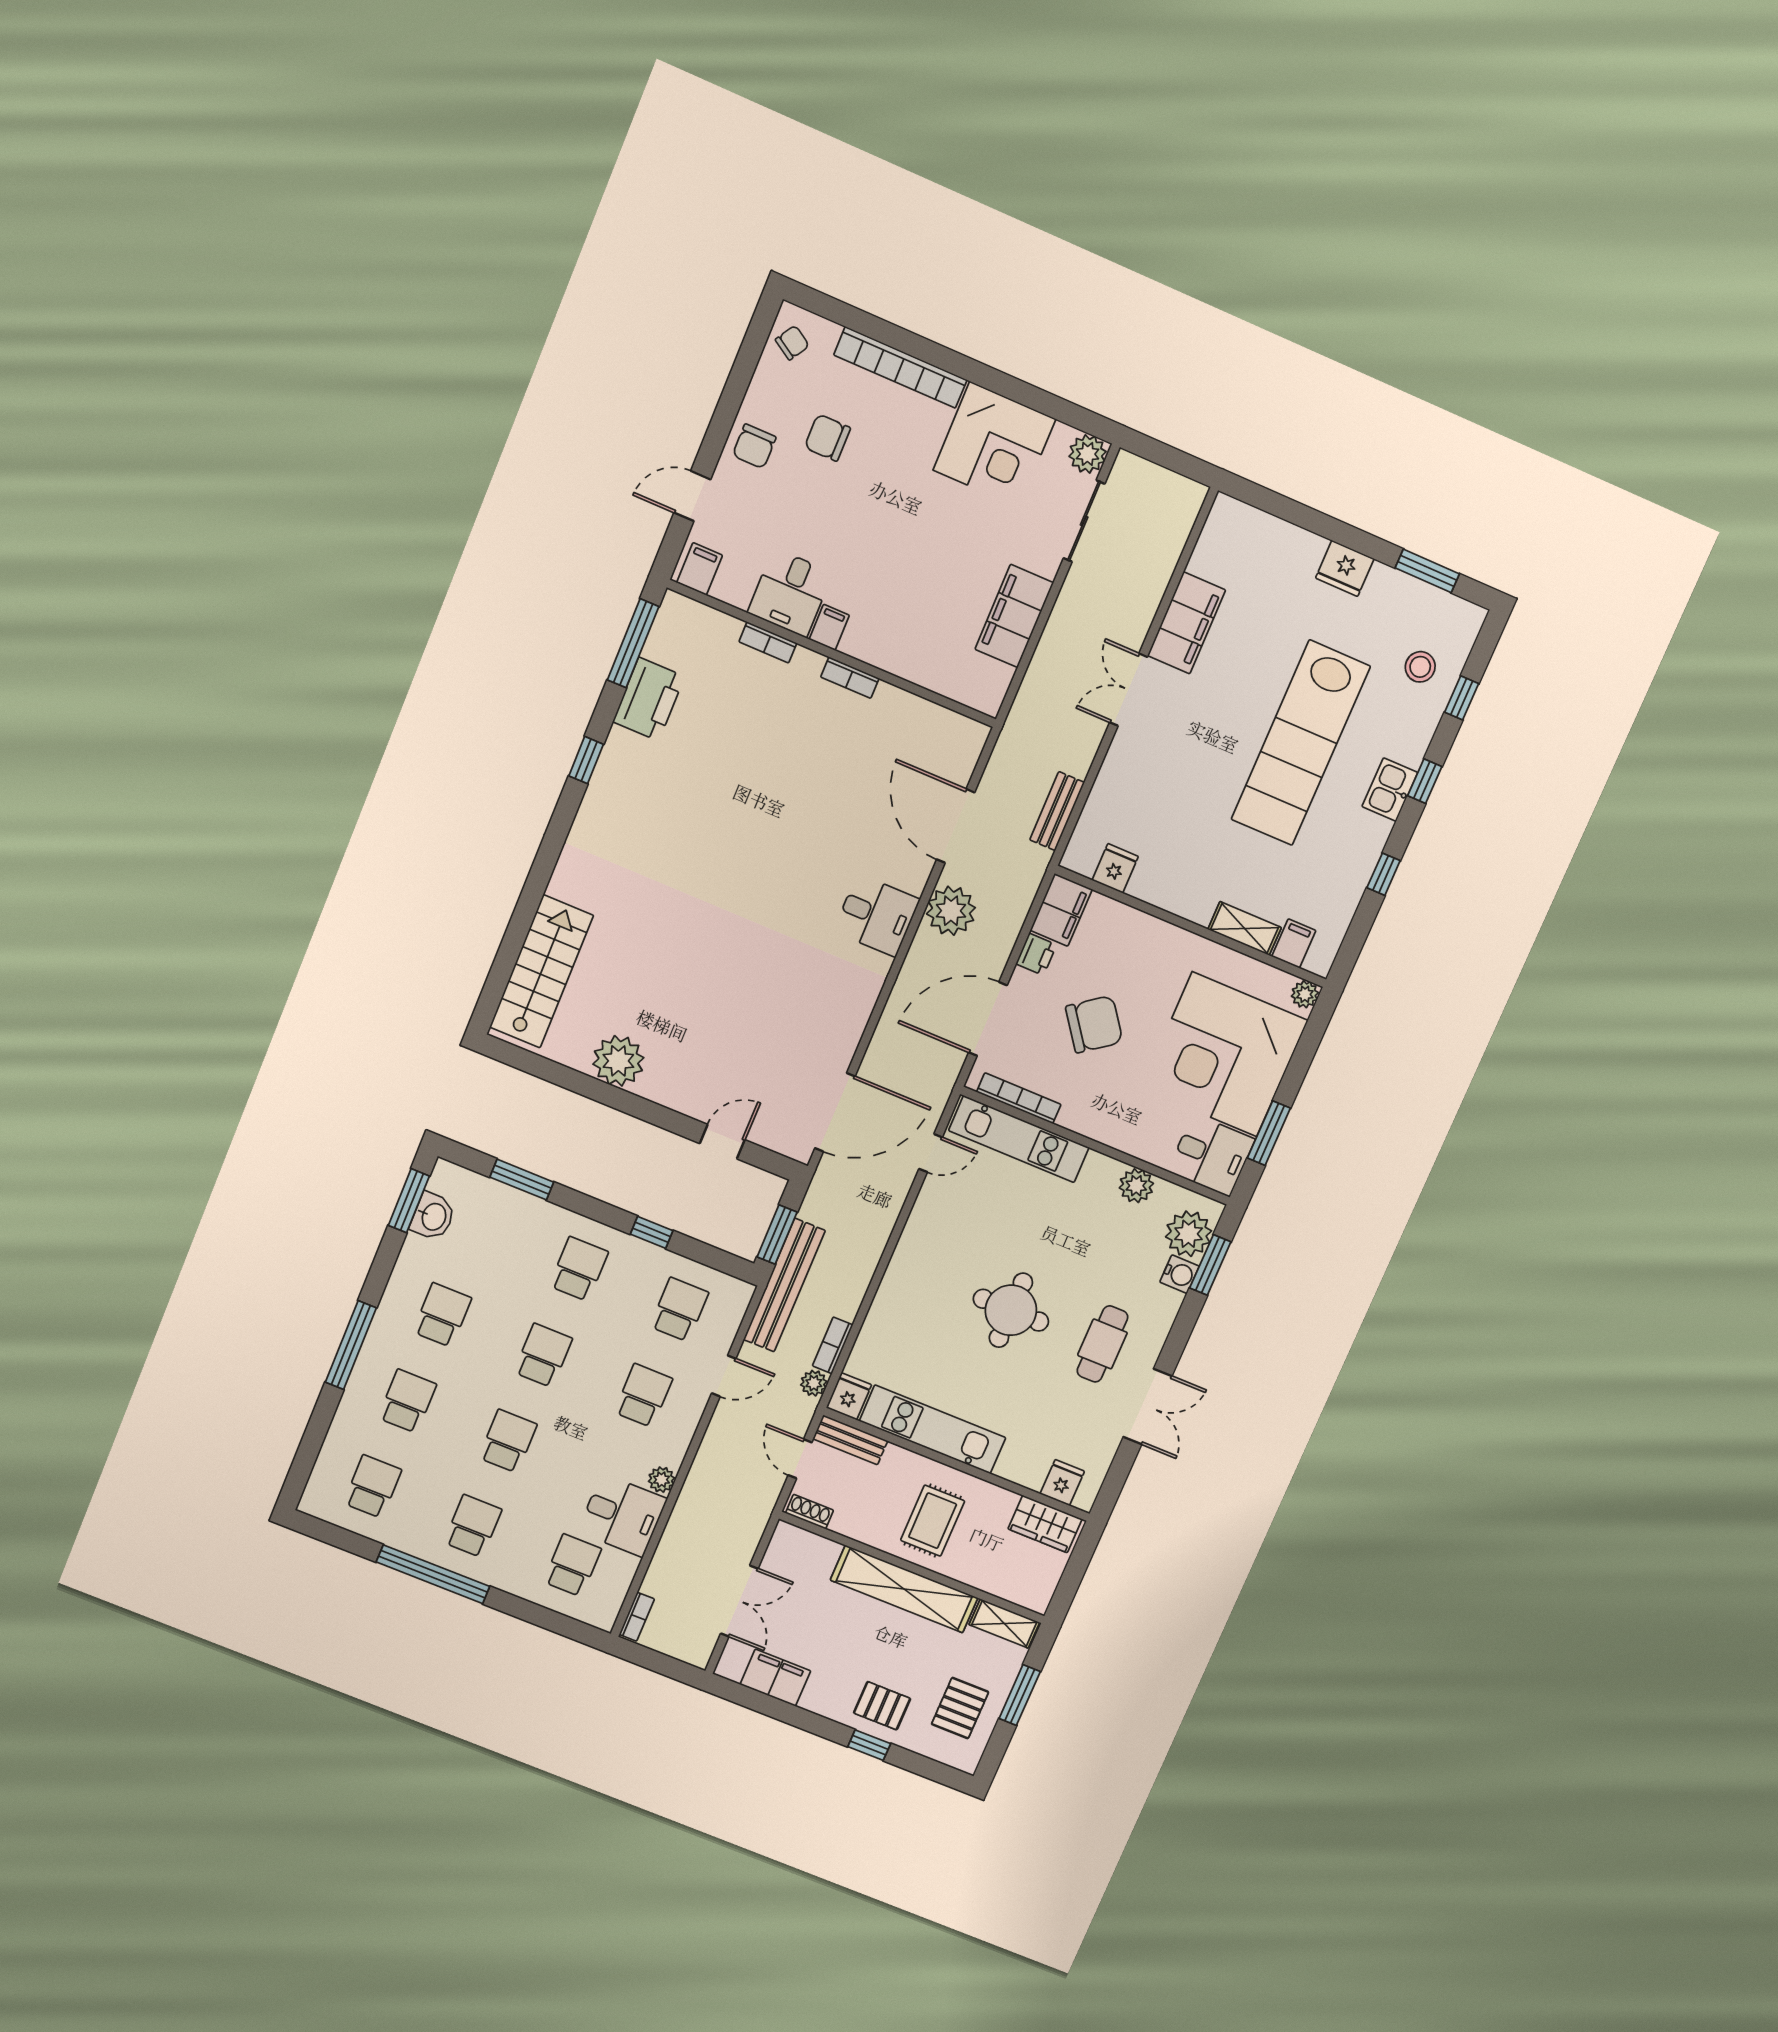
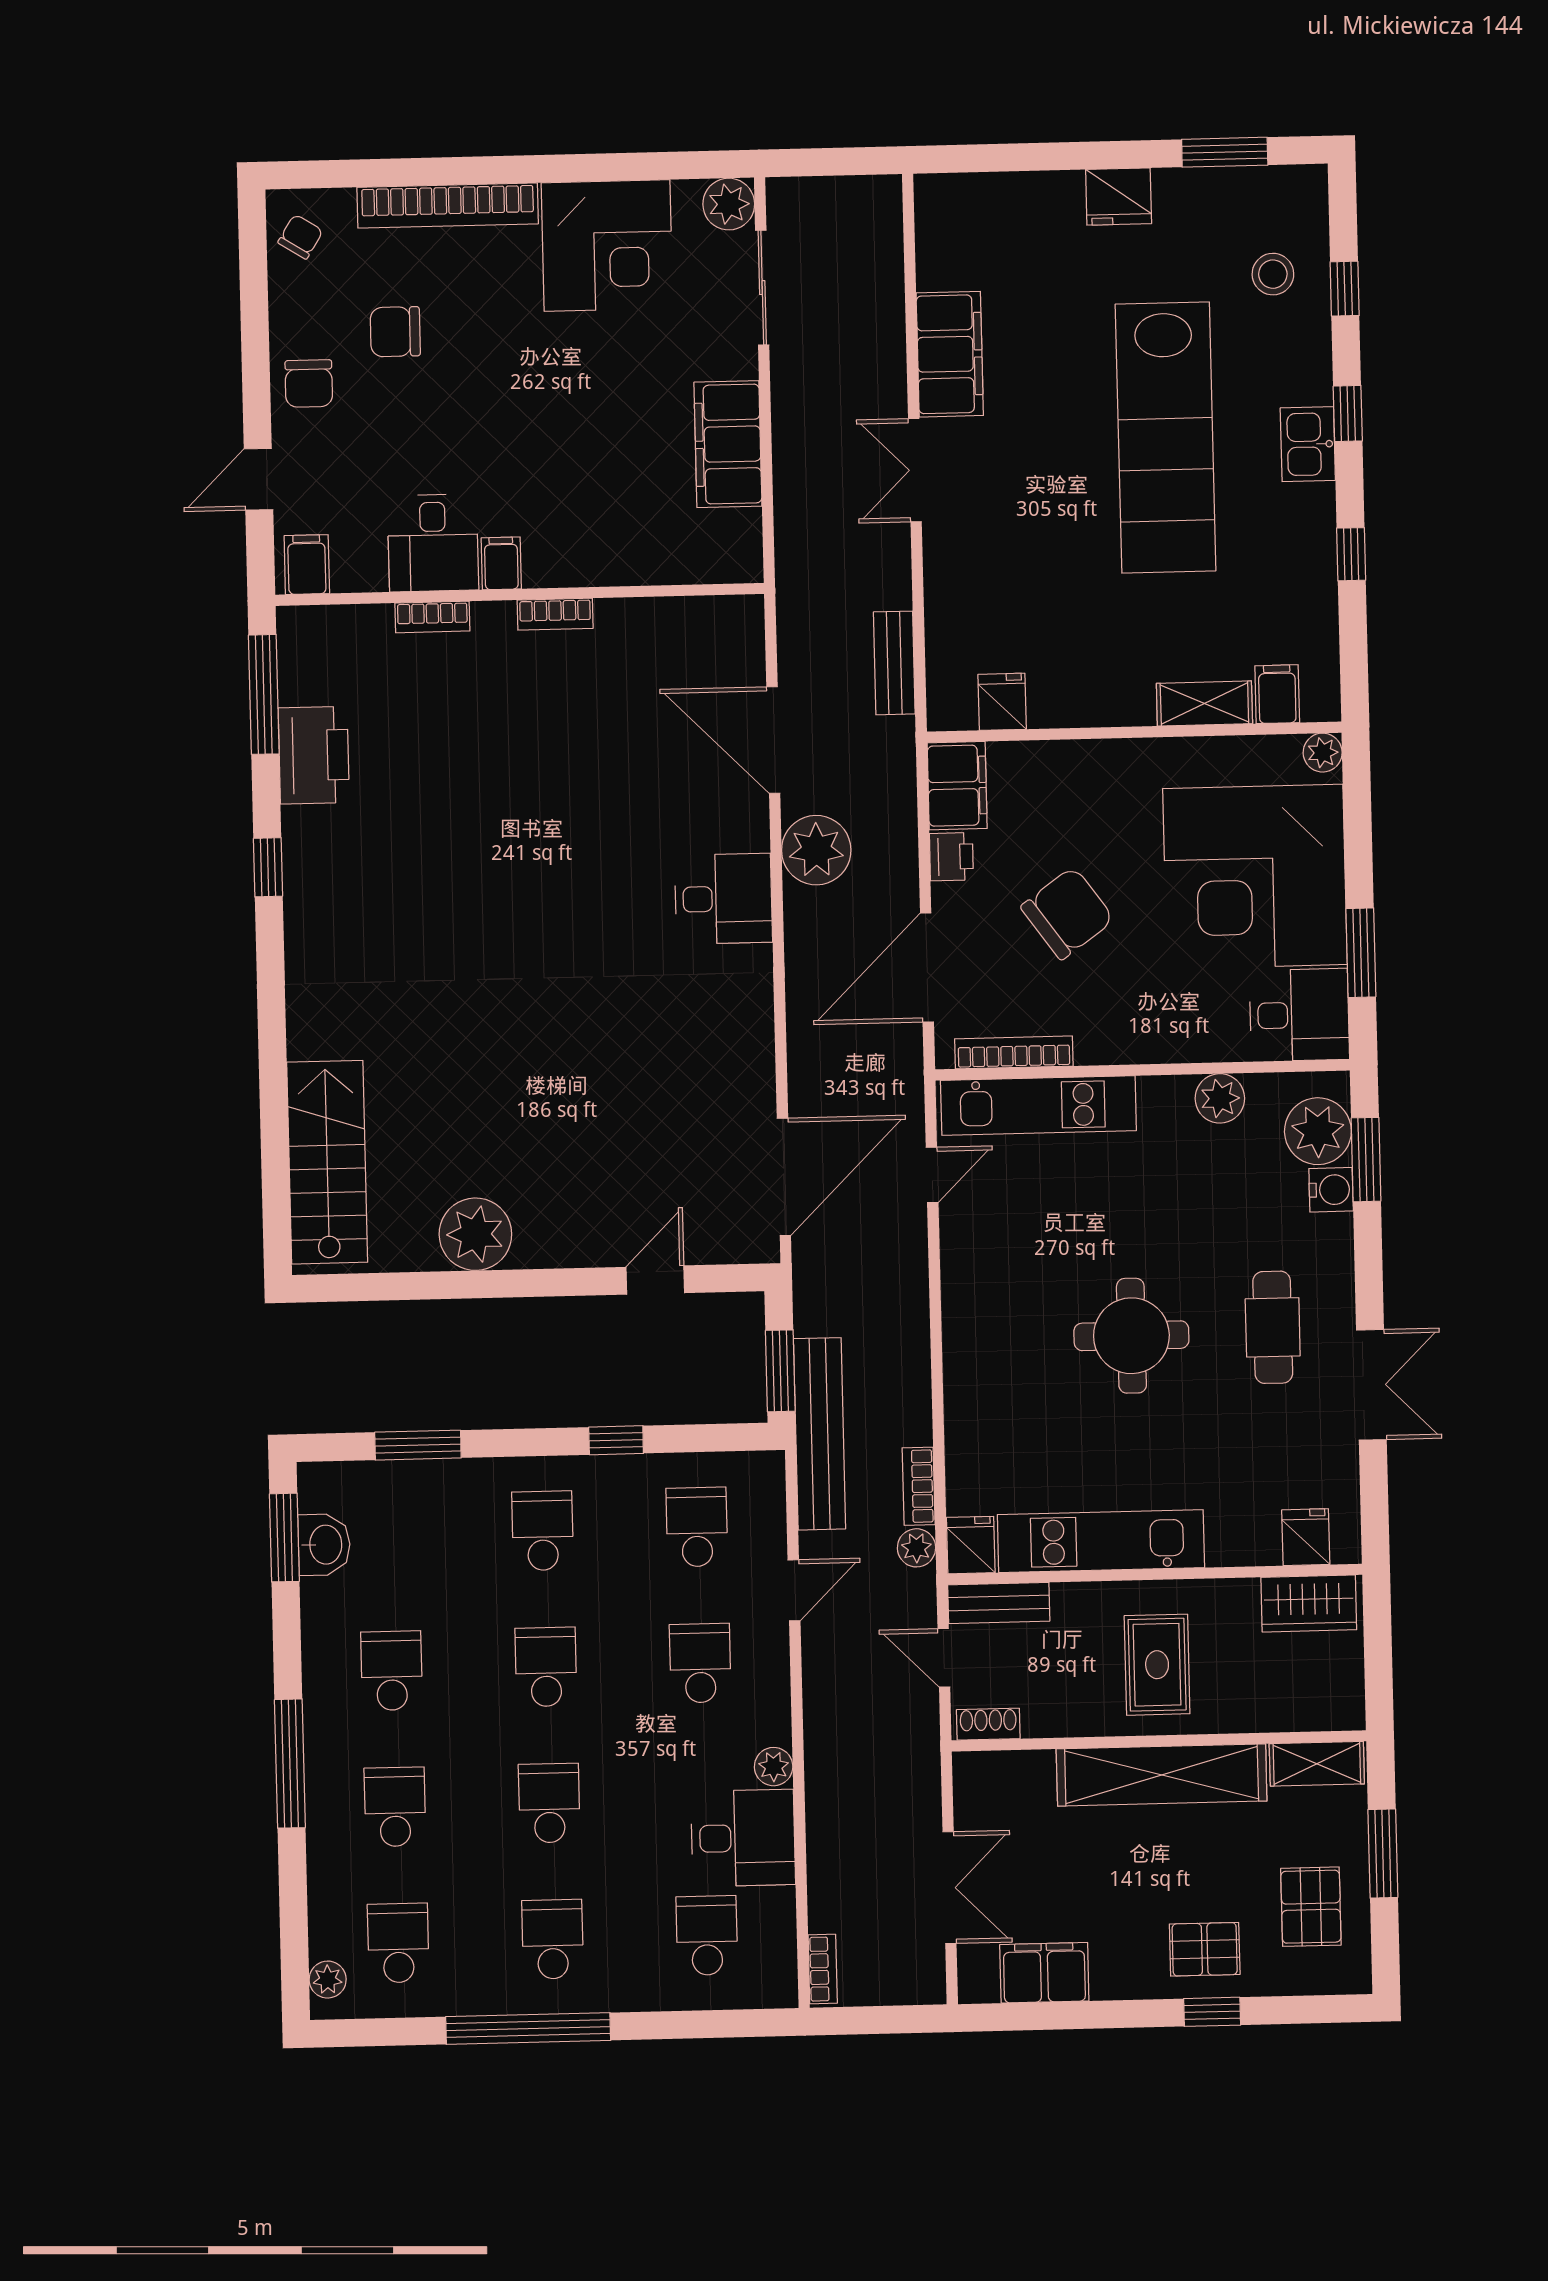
plant: (317, 1490) -> (328, 1980), added

